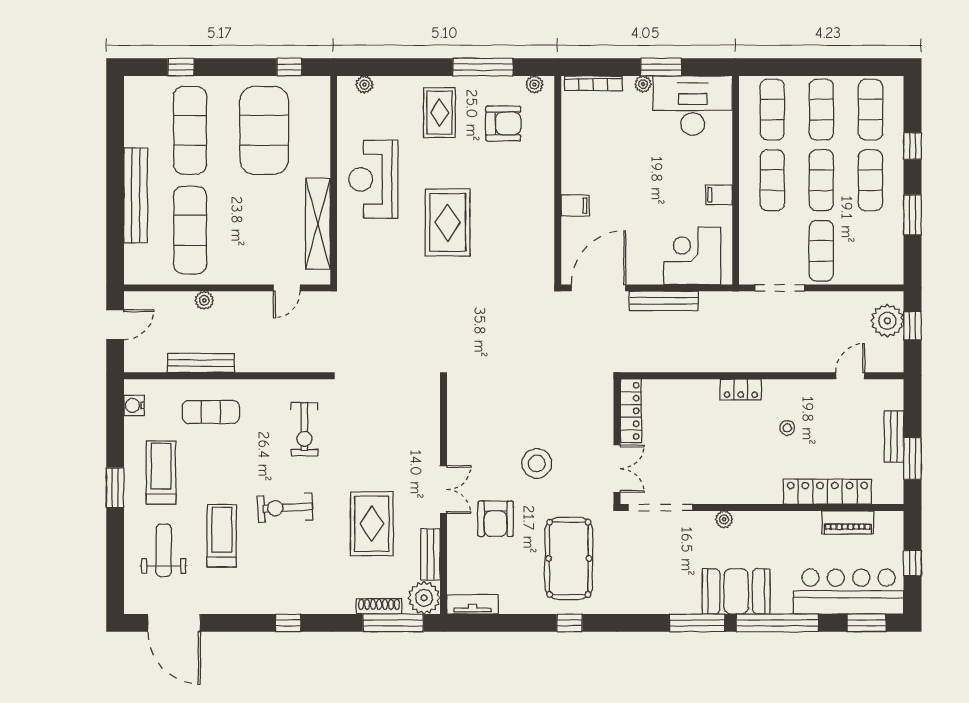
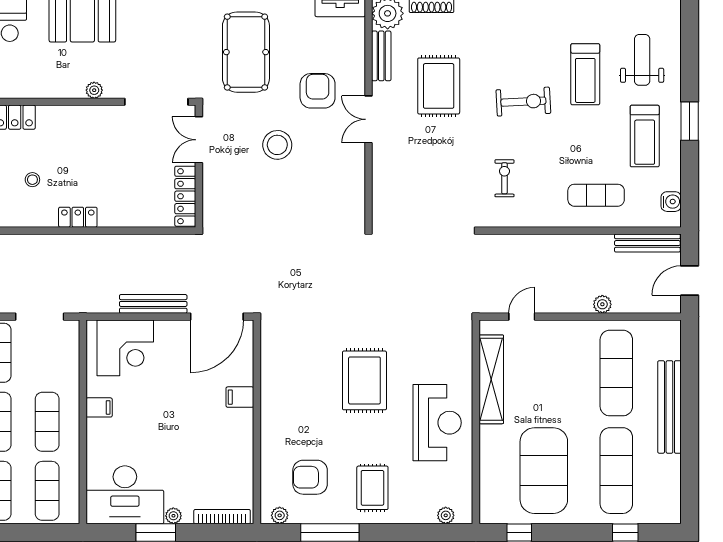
bench: (201, 363) -> (647, 243), moved
exercise bike: (304, 429) -> (504, 178), width x0.73, depth x0.72
weight bench: (164, 550) -> (642, 60), turned 180

